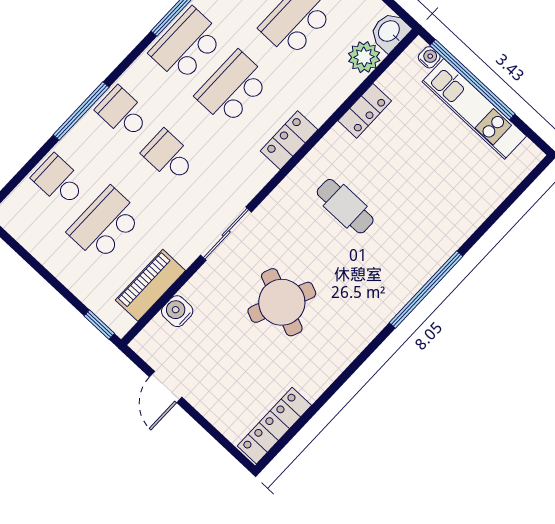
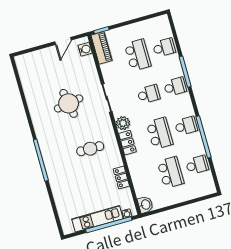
school desk: (187, 45) -> (186, 126), width x0.54
plant: (364, 57) -> (123, 123), moved
piano: (150, 285) -> (102, 48), moved
round table: (282, 302) -> (69, 103), turned -33
water cooler: (177, 311) -> (85, 49), moved
door: (166, 387) -> (63, 41), swing flipped
locker: (274, 426) -> (24, 73), removed

